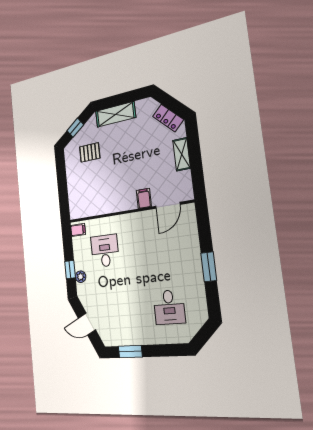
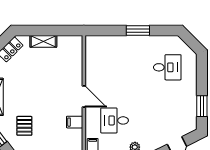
filing cabinet: (144, 198) -> (75, 122), moved
door: (168, 205) -> (84, 96), moved

